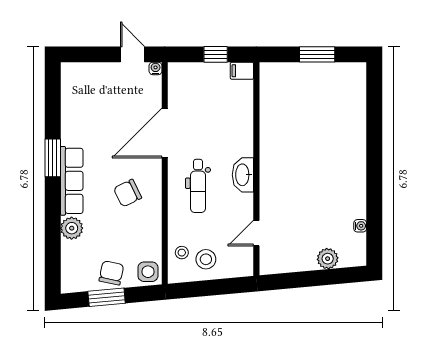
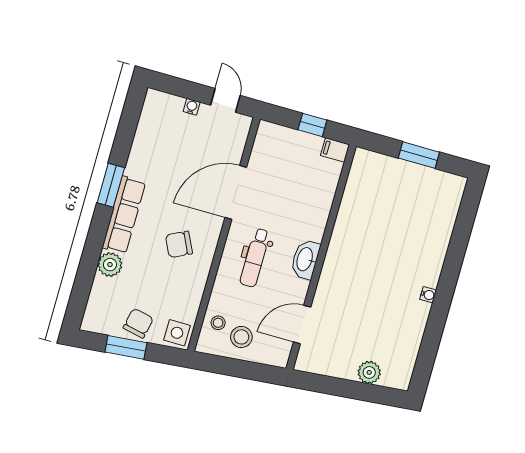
water cooler: (156, 68) -> (192, 107), moved
water cooler: (360, 226) -> (428, 295), moved
door: (256, 233) -> (302, 325), width x1.38

